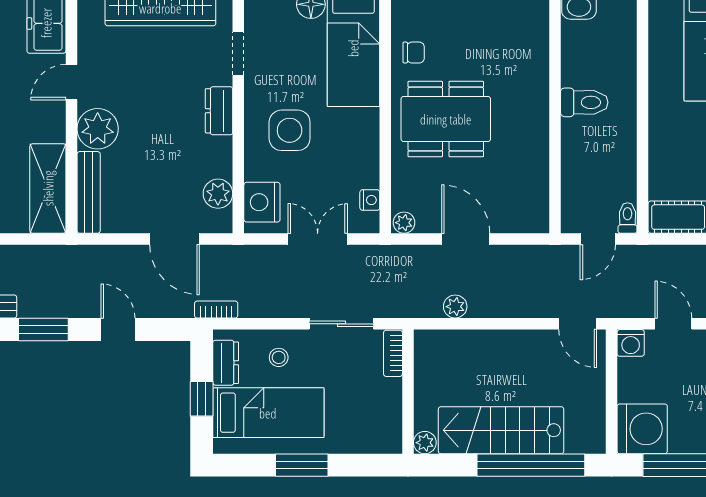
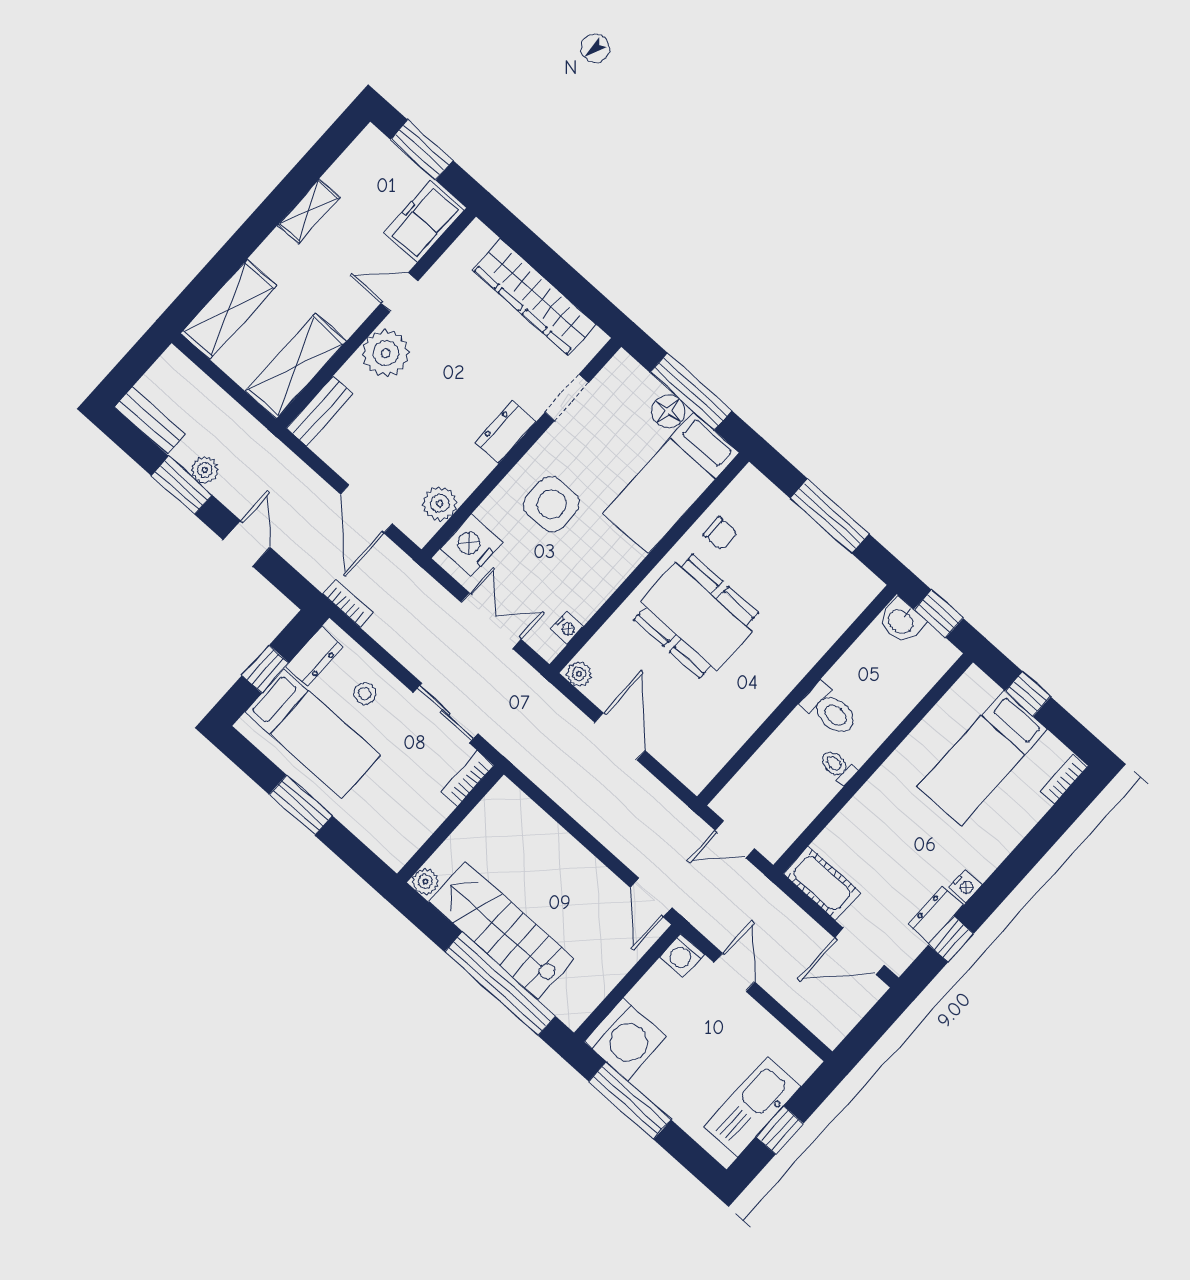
bench: (89, 192) -> (320, 411), width x0.73
toilet: (627, 218) -> (838, 767), moved, turned -90
plant: (455, 307) -> (205, 470), moved

